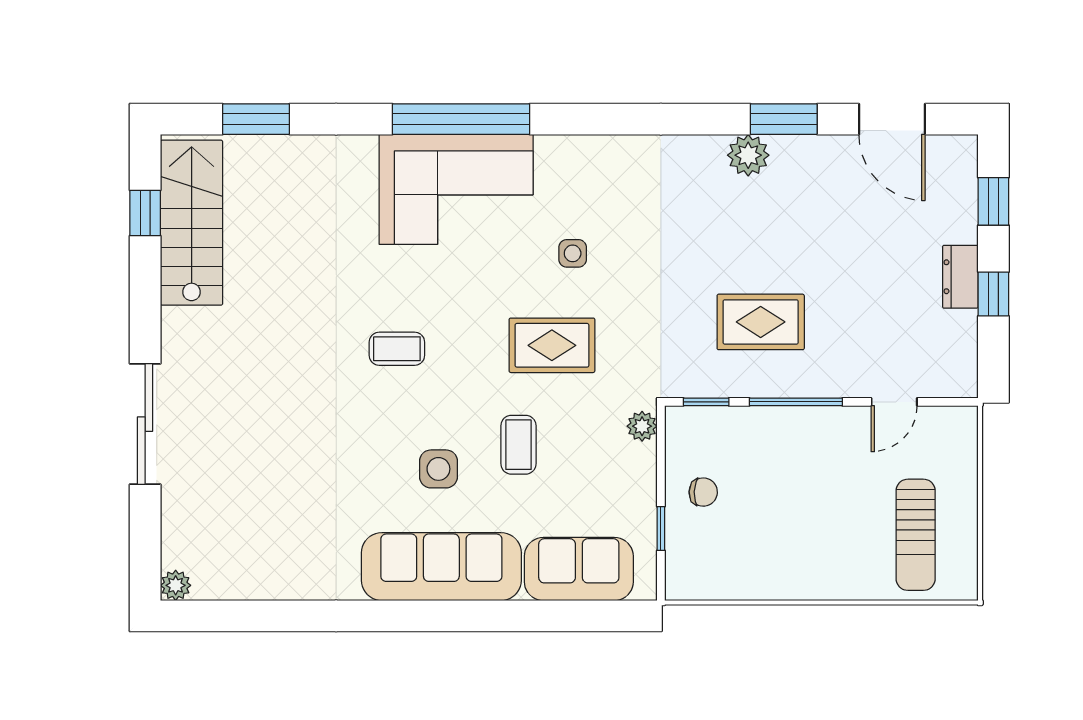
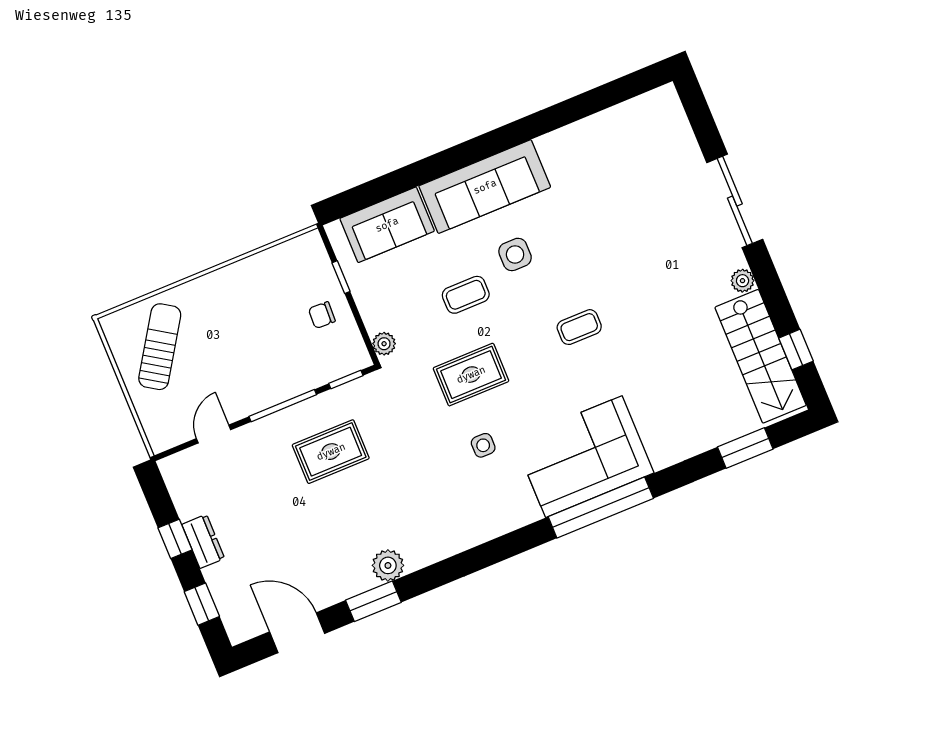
coffee table: (518, 445) -> (466, 295), turned 90
sun lounger: (916, 535) -> (160, 347), turned 33
plant: (176, 585) -> (743, 281), moved

